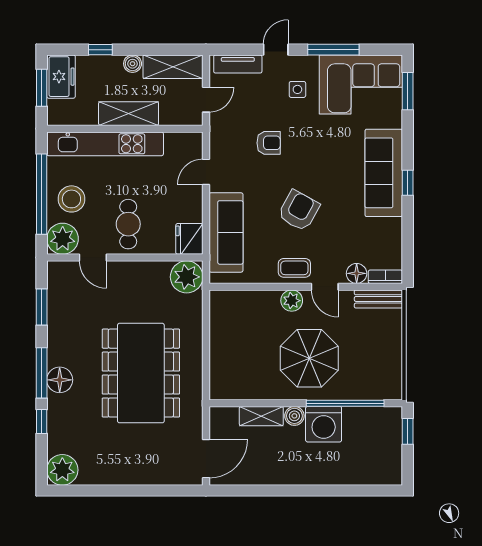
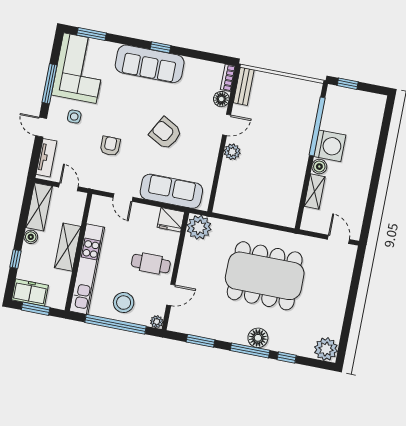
plant: (63, 239) -> (157, 322), width x0.53, depth x0.53
coffee table: (294, 268) -> (208, 145), removed
parasol: (309, 358) -> (278, 147), removed
door: (206, 459) -> (339, 239), width x0.73

